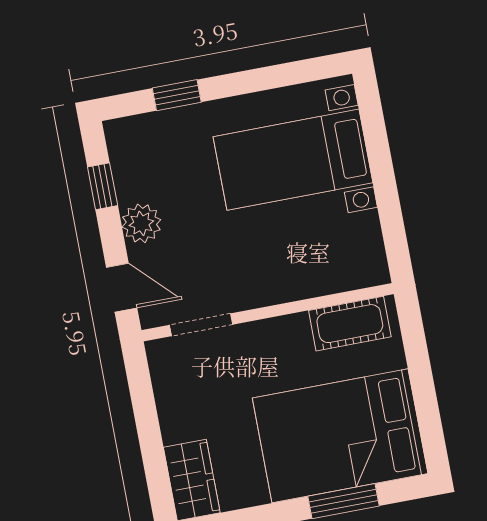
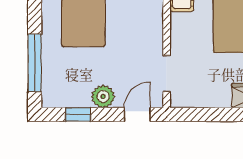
window: (177, 95) -> (35, 63), width x2.17

